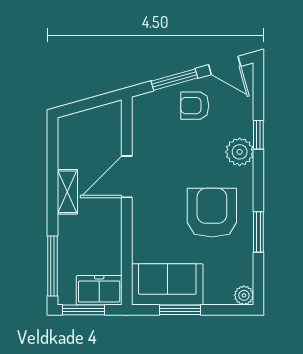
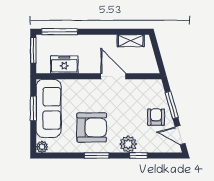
door: (225, 65) -> (180, 135), hinge flipped
shelving: (67, 192) -> (131, 41), moved
window: (258, 232) -> (97, 155), moved
sofa: (167, 284) -> (49, 108), width x1.36
freezer: (99, 290) -> (64, 65), moved, turned -90

